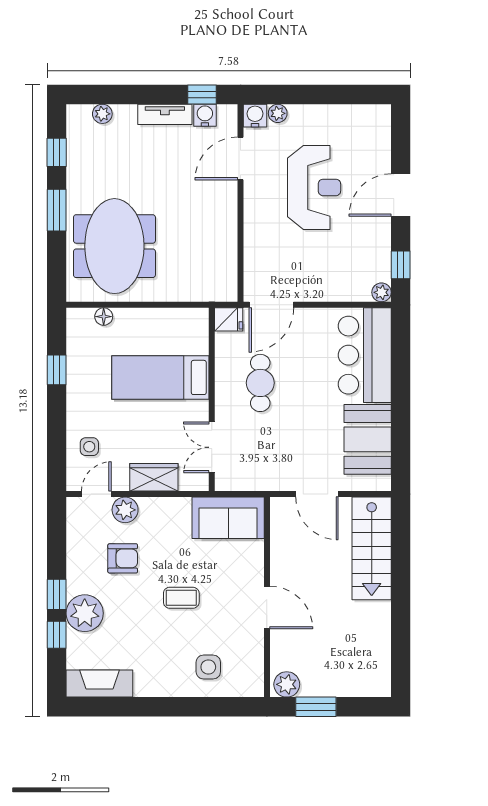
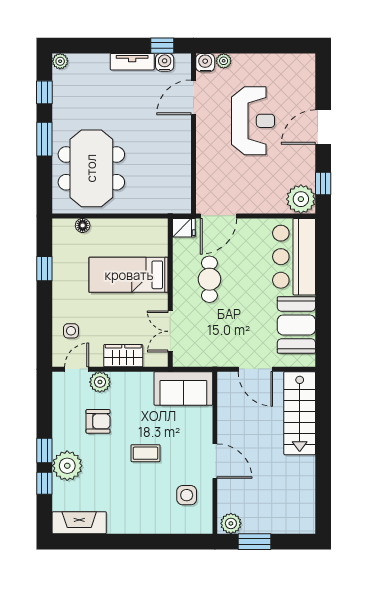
plant: (102, 114) -> (60, 61), moved
plant: (381, 292) -> (301, 199), width x1.88, depth x1.88
side table: (208, 667) -> (187, 495), moved

